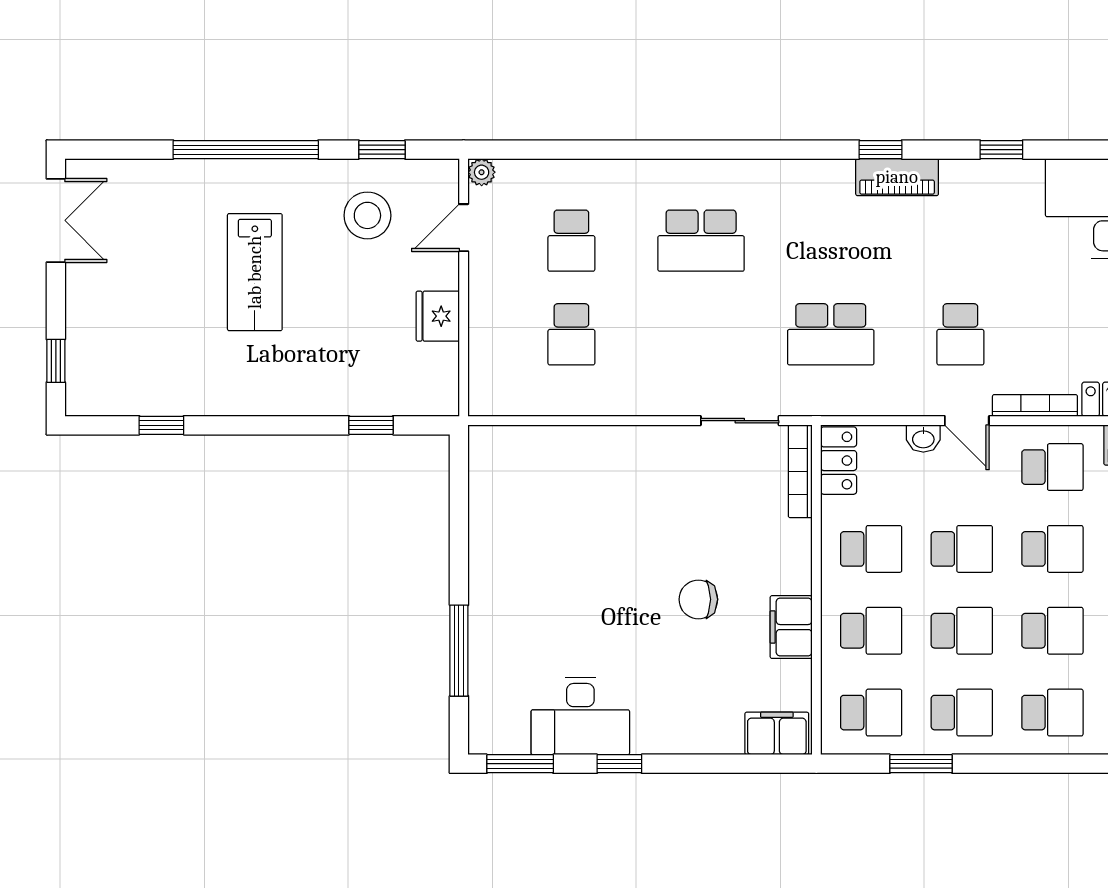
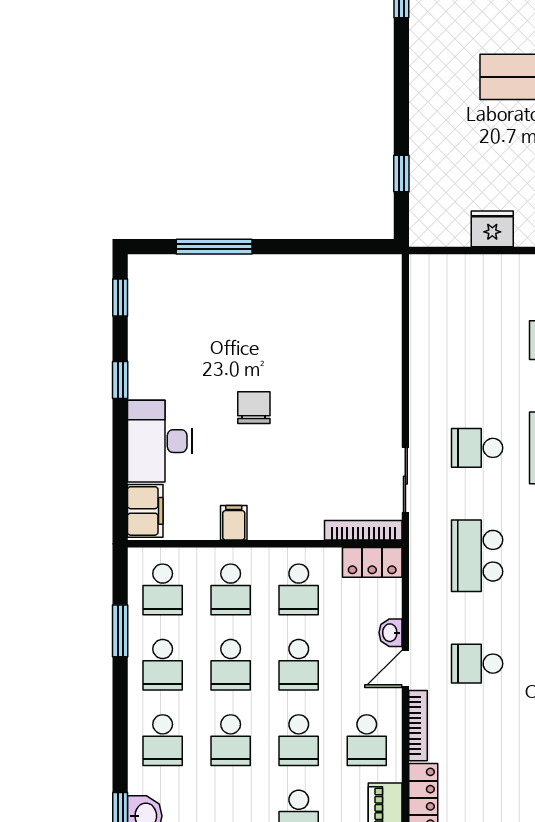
school desk: (571, 334) -> (477, 448), moved
chair: (698, 599) -> (254, 408), moved
filing cabinet: (791, 627) -> (234, 523), width x0.50
desk: (580, 716) -> (160, 441), moved
window: (520, 764) -> (120, 297), width x0.67

